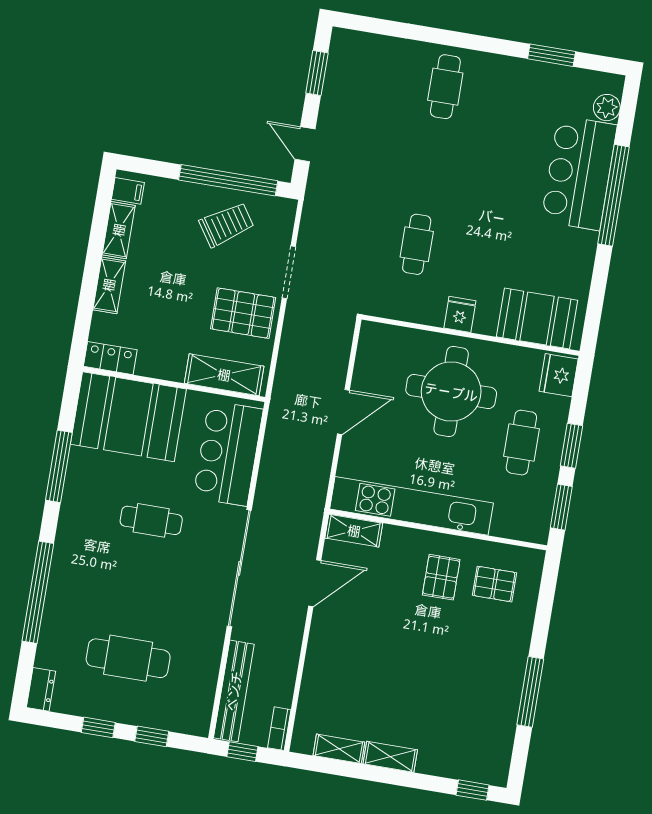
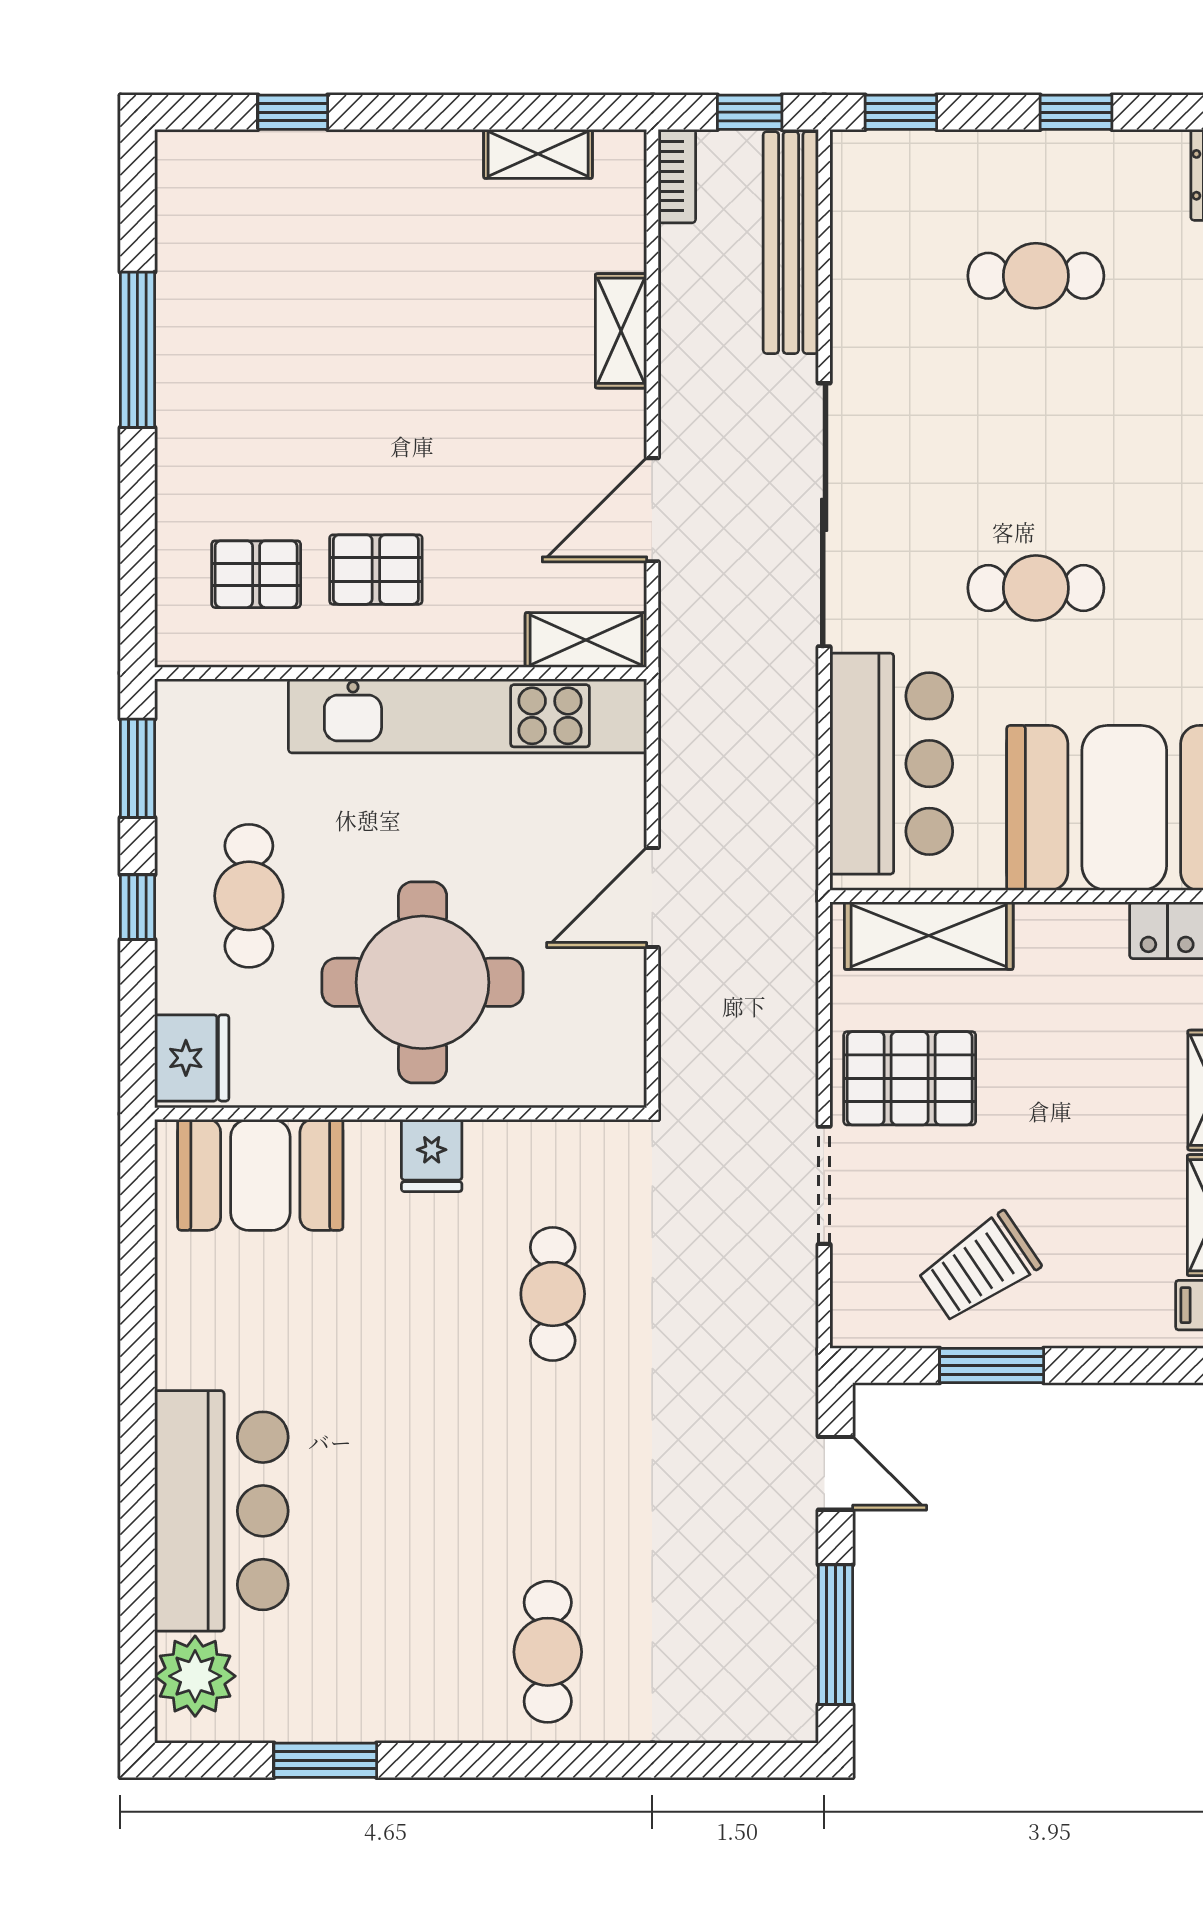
window: (317, 73) -> (836, 1635), width x1.44
plant: (607, 108) -> (195, 1676), width x1.36, depth x1.36
window: (228, 180) -> (992, 1365), width x0.47
window: (613, 195) -> (137, 1474), removed
window: (571, 446) -> (137, 907), width x0.67
pallet: (441, 577) -> (376, 570), turned 90
cafe table: (128, 658) -> (1036, 276), width x0.73, depth x0.74
window: (152, 736) -> (901, 112), moved
shelving: (390, 757) -> (621, 331), moved, turned 90
window: (472, 790) -> (293, 112), moved

